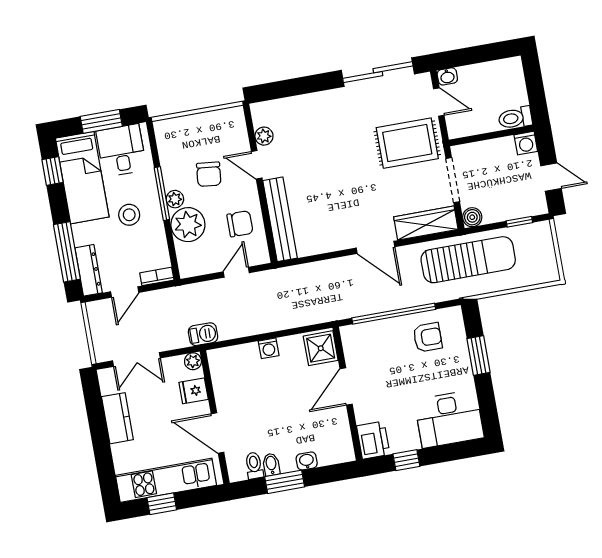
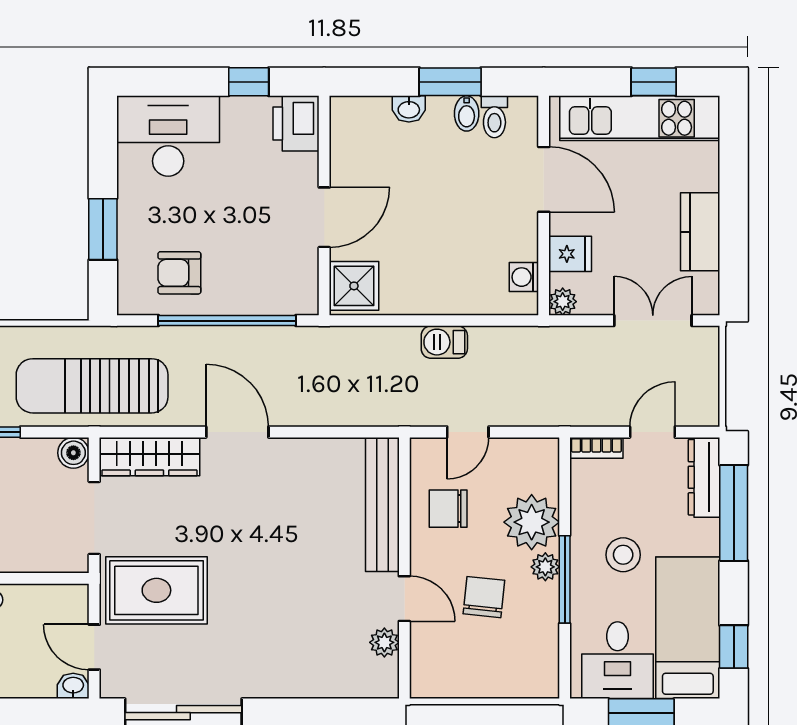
barbecue: (203, 334) -> (444, 342), moved
washing machine: (269, 348) -> (524, 277), moved, turned -90

